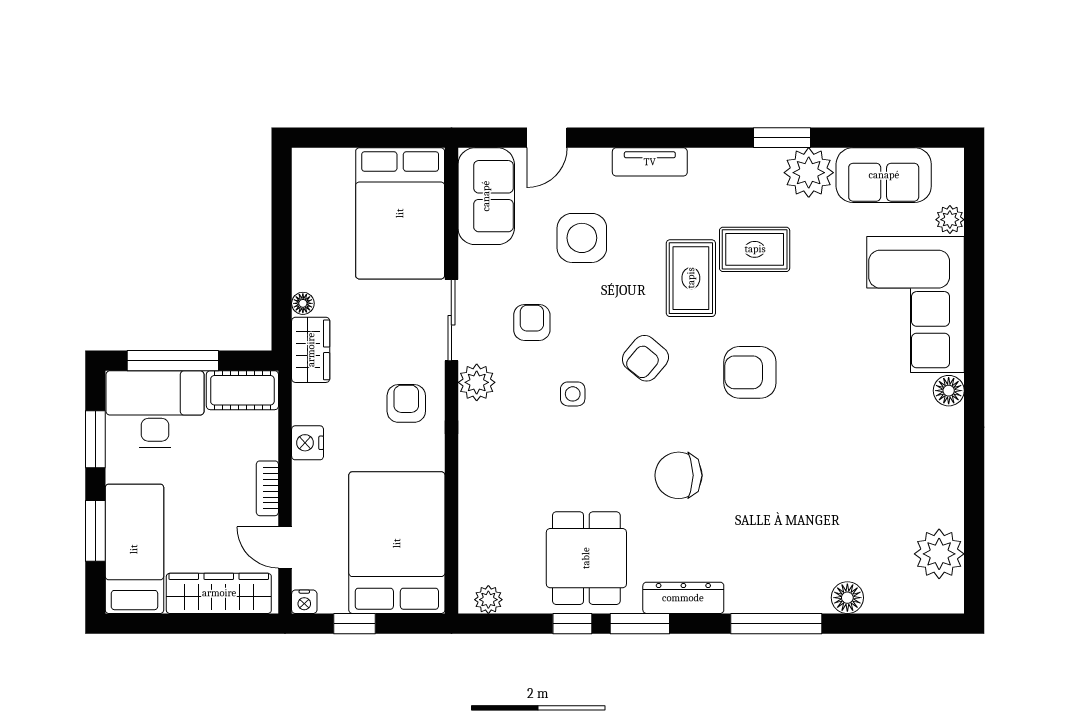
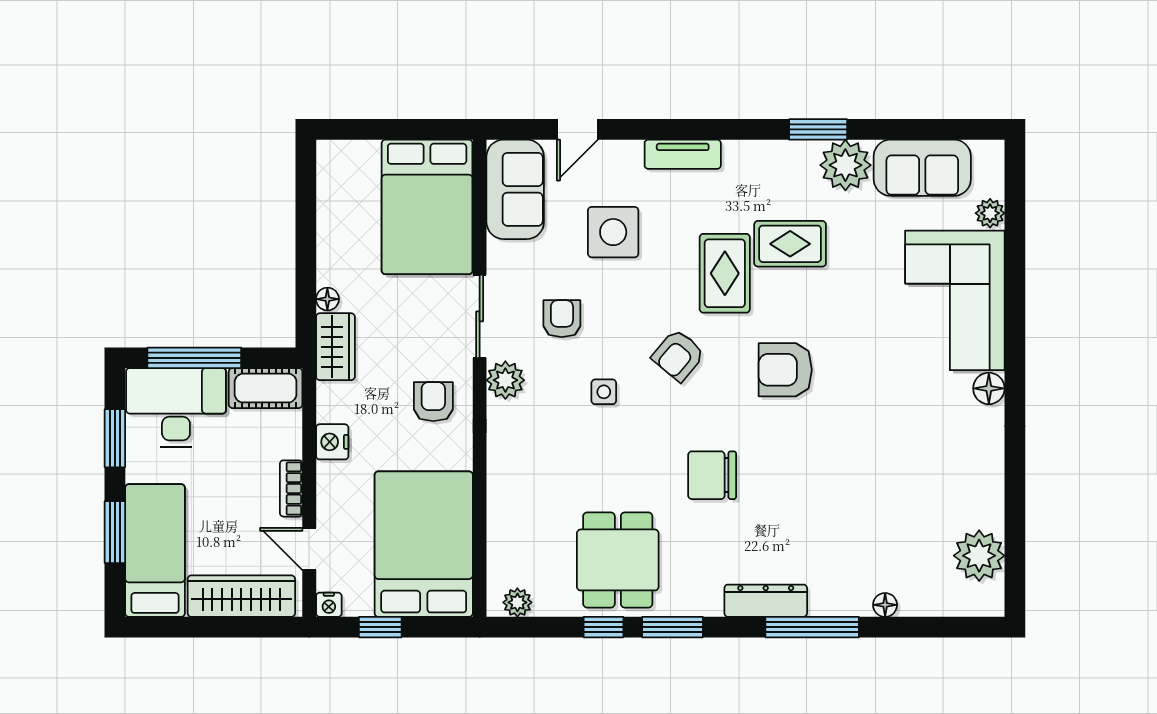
dresser: (683, 598) -> (766, 601), moved
floor lamp: (847, 598) -> (885, 605), width x0.73, depth x0.73

